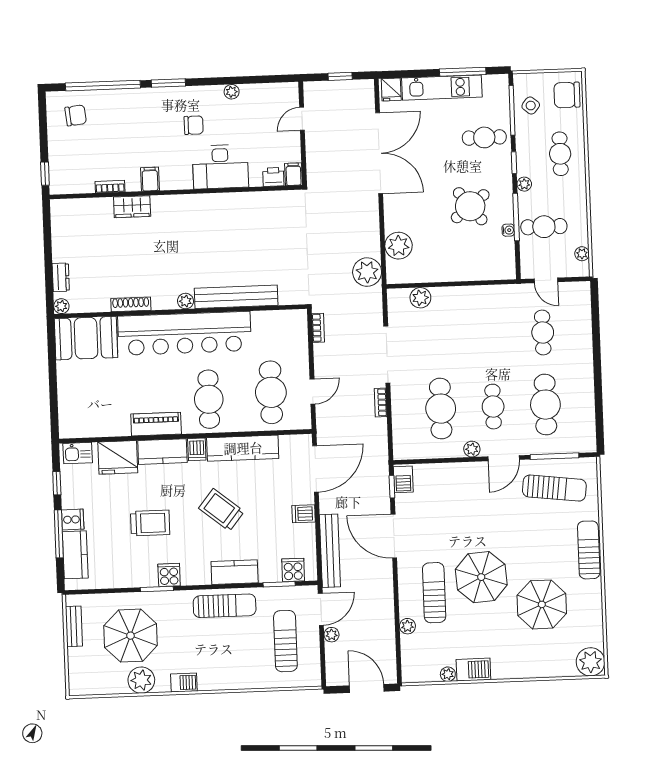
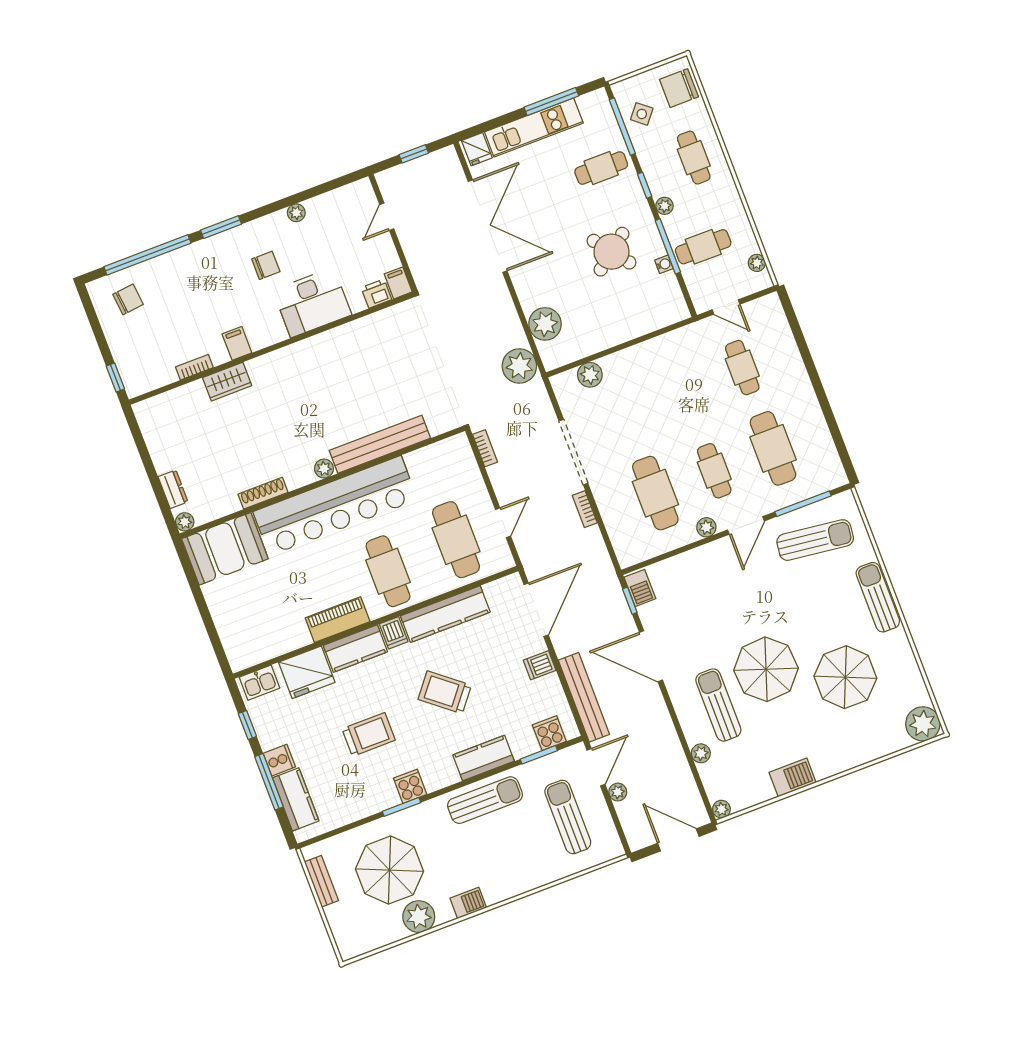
plant: (448, 674) -> (721, 809), moved

